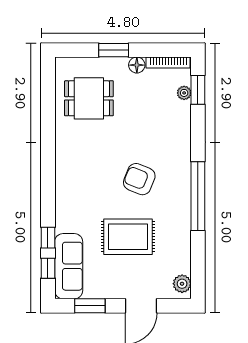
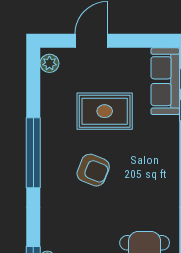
window: (90, 306) -> (144, 41), removed

